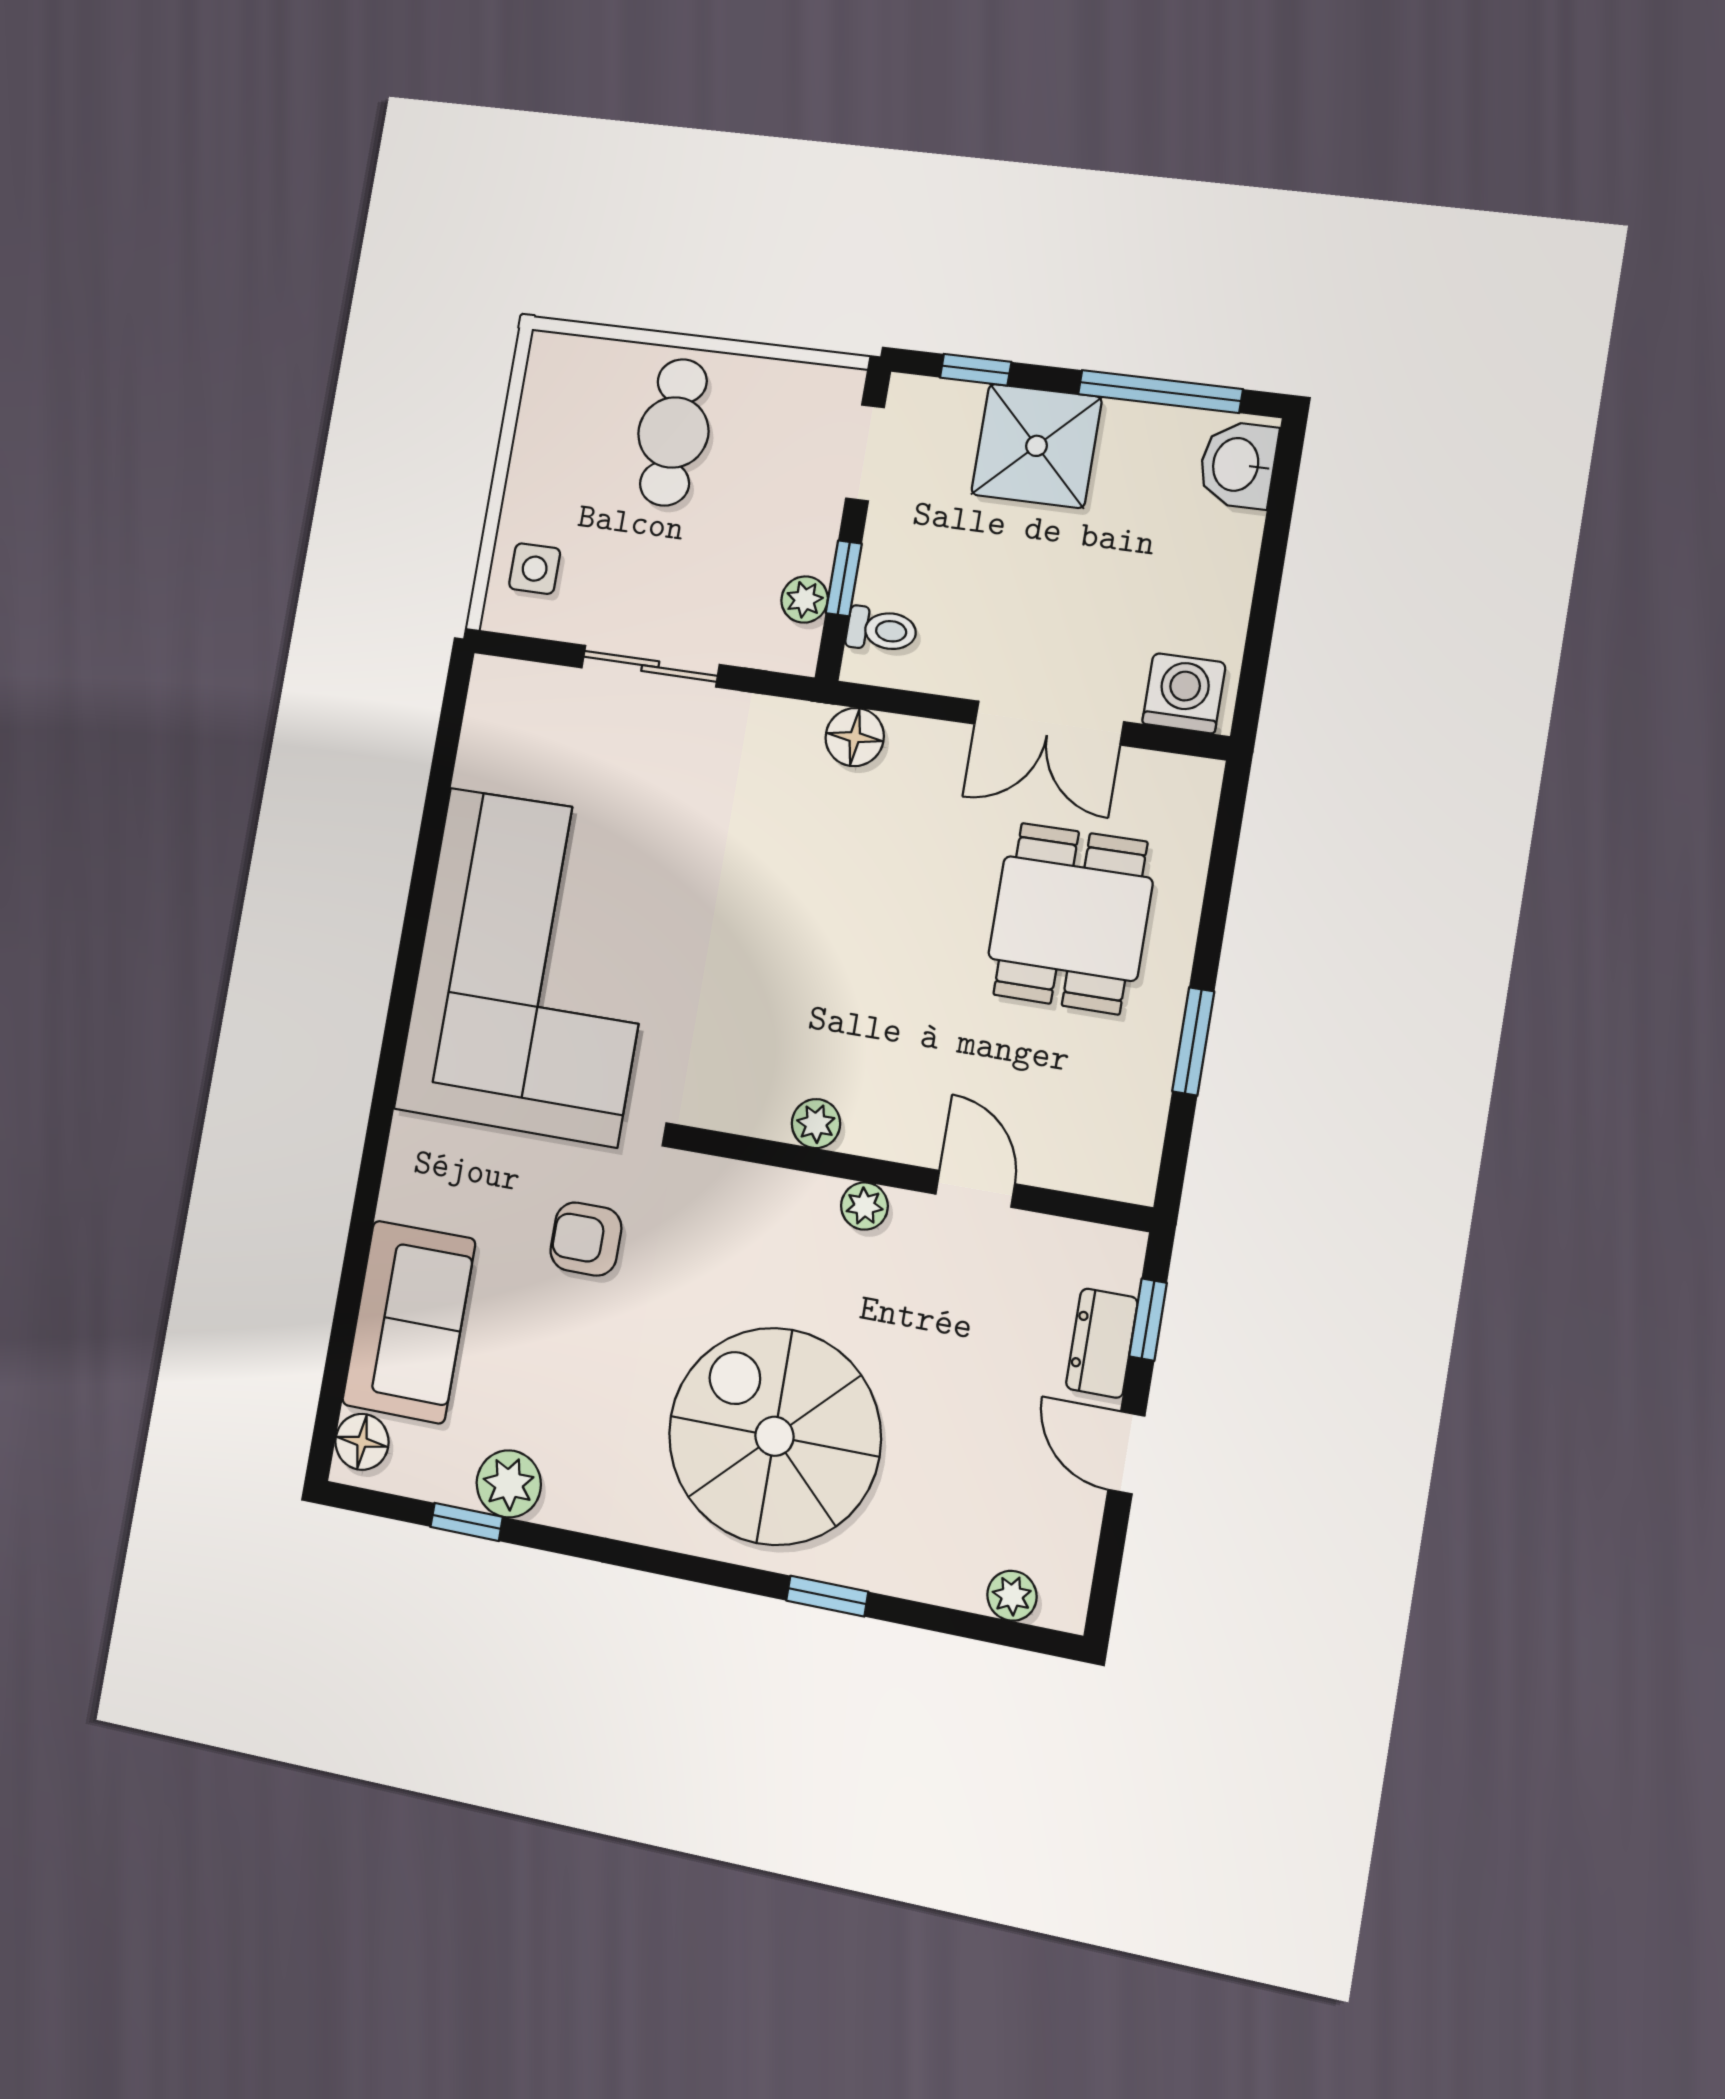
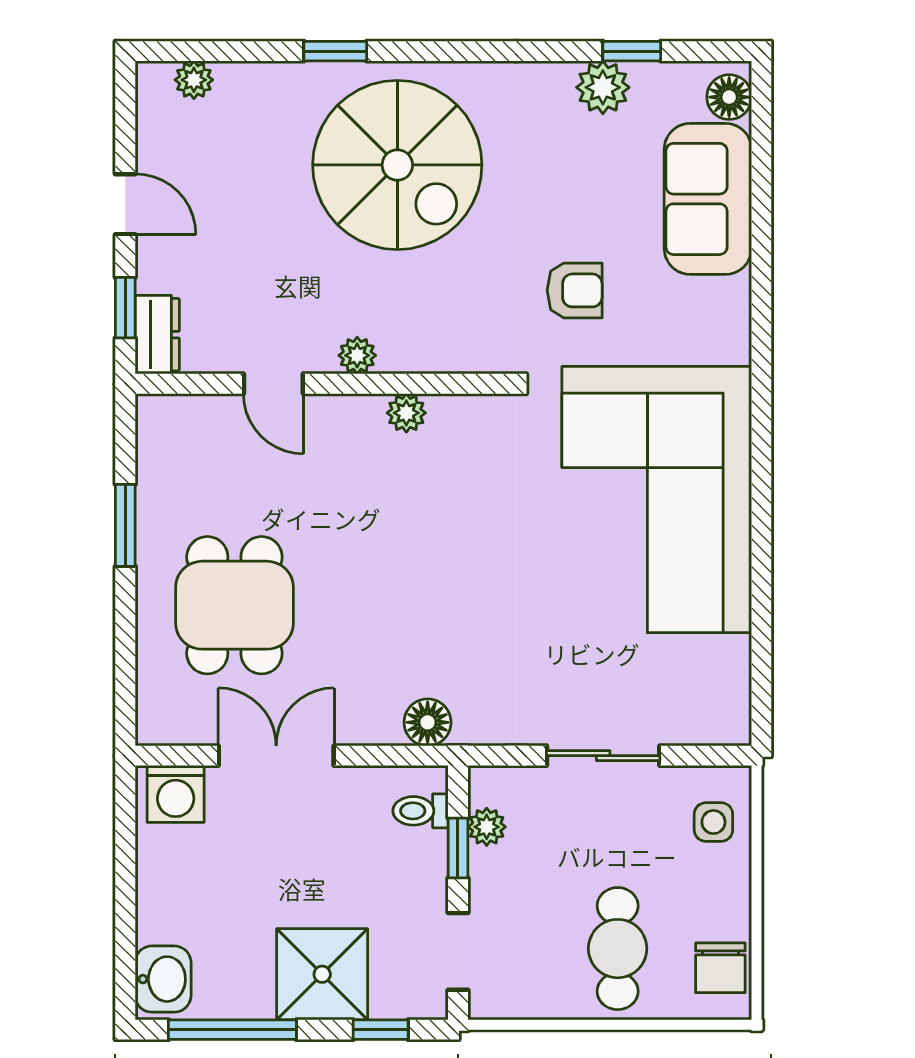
chair: (557, 395) -> (720, 968), added
dresser: (1102, 1343) -> (157, 335), moved

